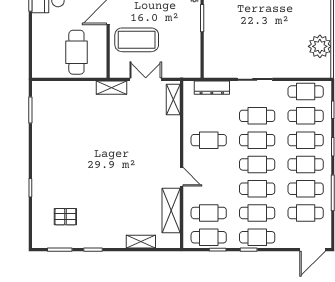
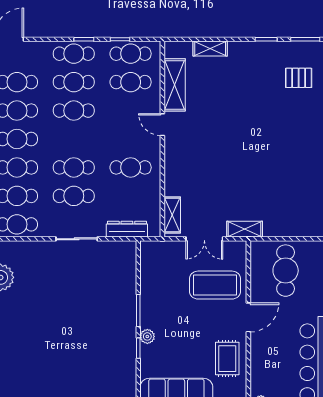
cafe table: (257, 164) -> (74, 139), removed

